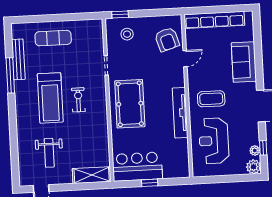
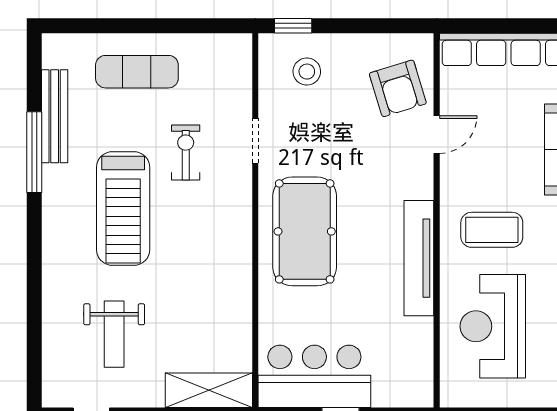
exercise bike: (78, 100) -> (186, 153), moved

